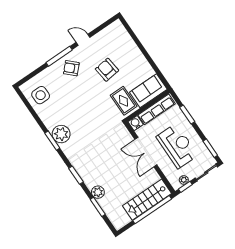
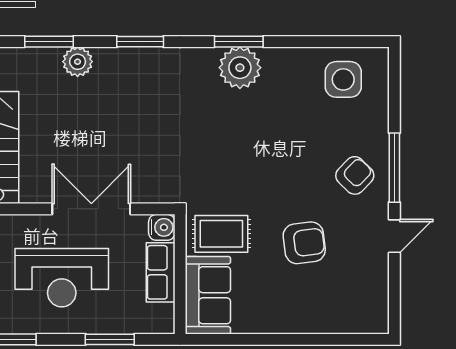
row of seats: (157, 109) -> (161, 272), width x0.68

